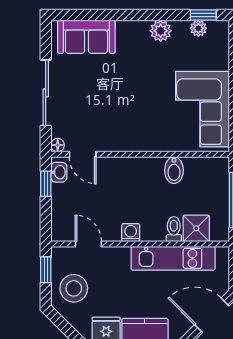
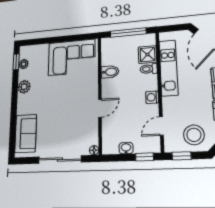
door: (83, 154) -> (100, 108), moved
washbasin: (59, 172) -> (126, 148), moved
window: (46, 184) -> (145, 157), moved

